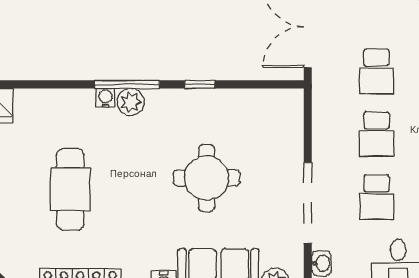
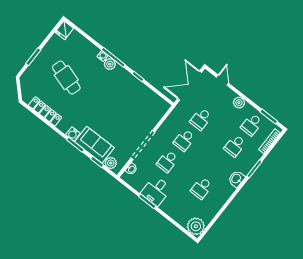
round table: (207, 178) -> (115, 110), removed
cafe table: (70, 189) -> (66, 78), turned -73

